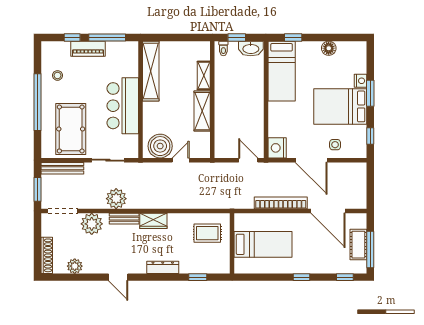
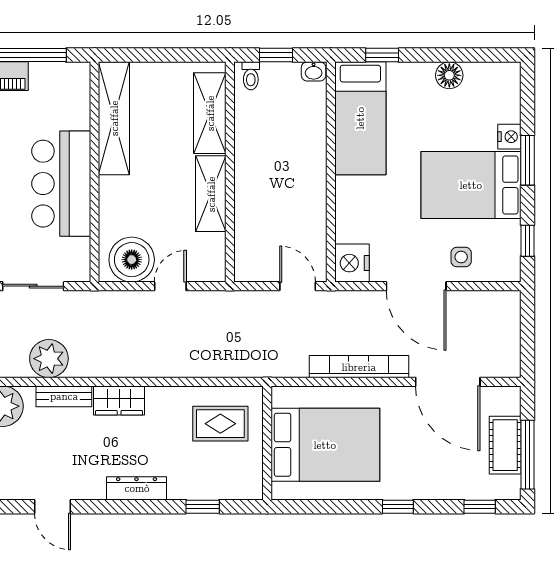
washbasin: (251, 48) -> (314, 71), width x0.52, depth x0.69
shelving: (204, 75) -> (210, 113), width x1.50, depth x1.33
bed: (263, 244) -> (325, 445), width x1.50

